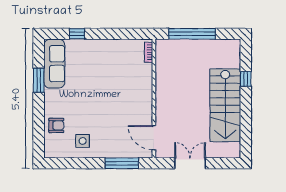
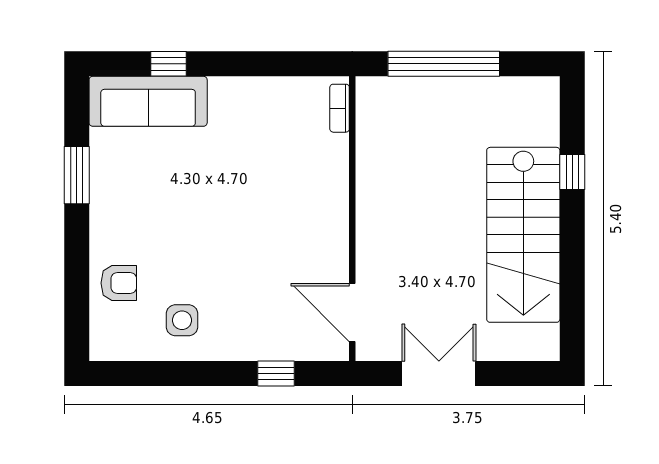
sofa: (54, 64) -> (148, 101), moved, turned 90
window: (122, 163) -> (276, 374), width x0.46

